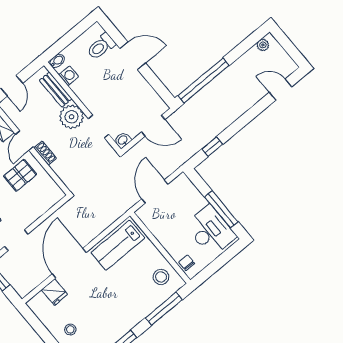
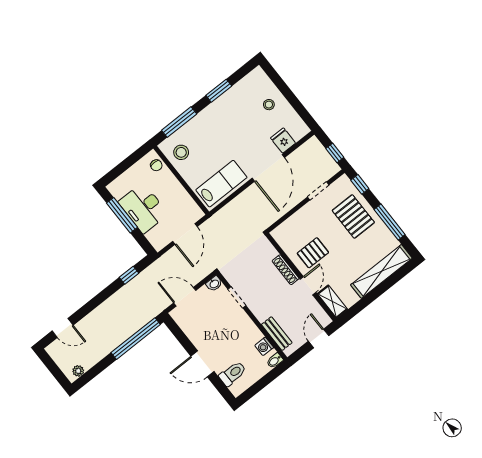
plant: (72, 117) -> (262, 307), removed
shoe rack: (45, 153) -> (286, 270), width x1.43
desk: (210, 231) -> (143, 208), moved

